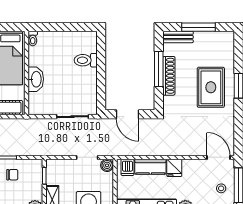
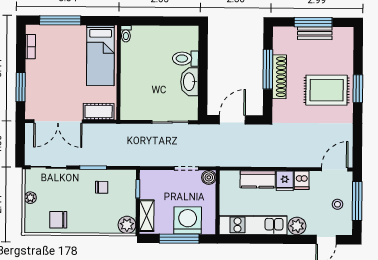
bench: (178, 37) -> (315, 33), moved
washbasin: (36, 79) -> (190, 82), moved, turned 180
rug: (211, 87) -> (327, 90), turned 90
door: (128, 114) -> (232, 120), swing flipped
door: (218, 157) -> (335, 169), hinge flipped
dishwasher: (127, 167) -> (302, 180), moved

